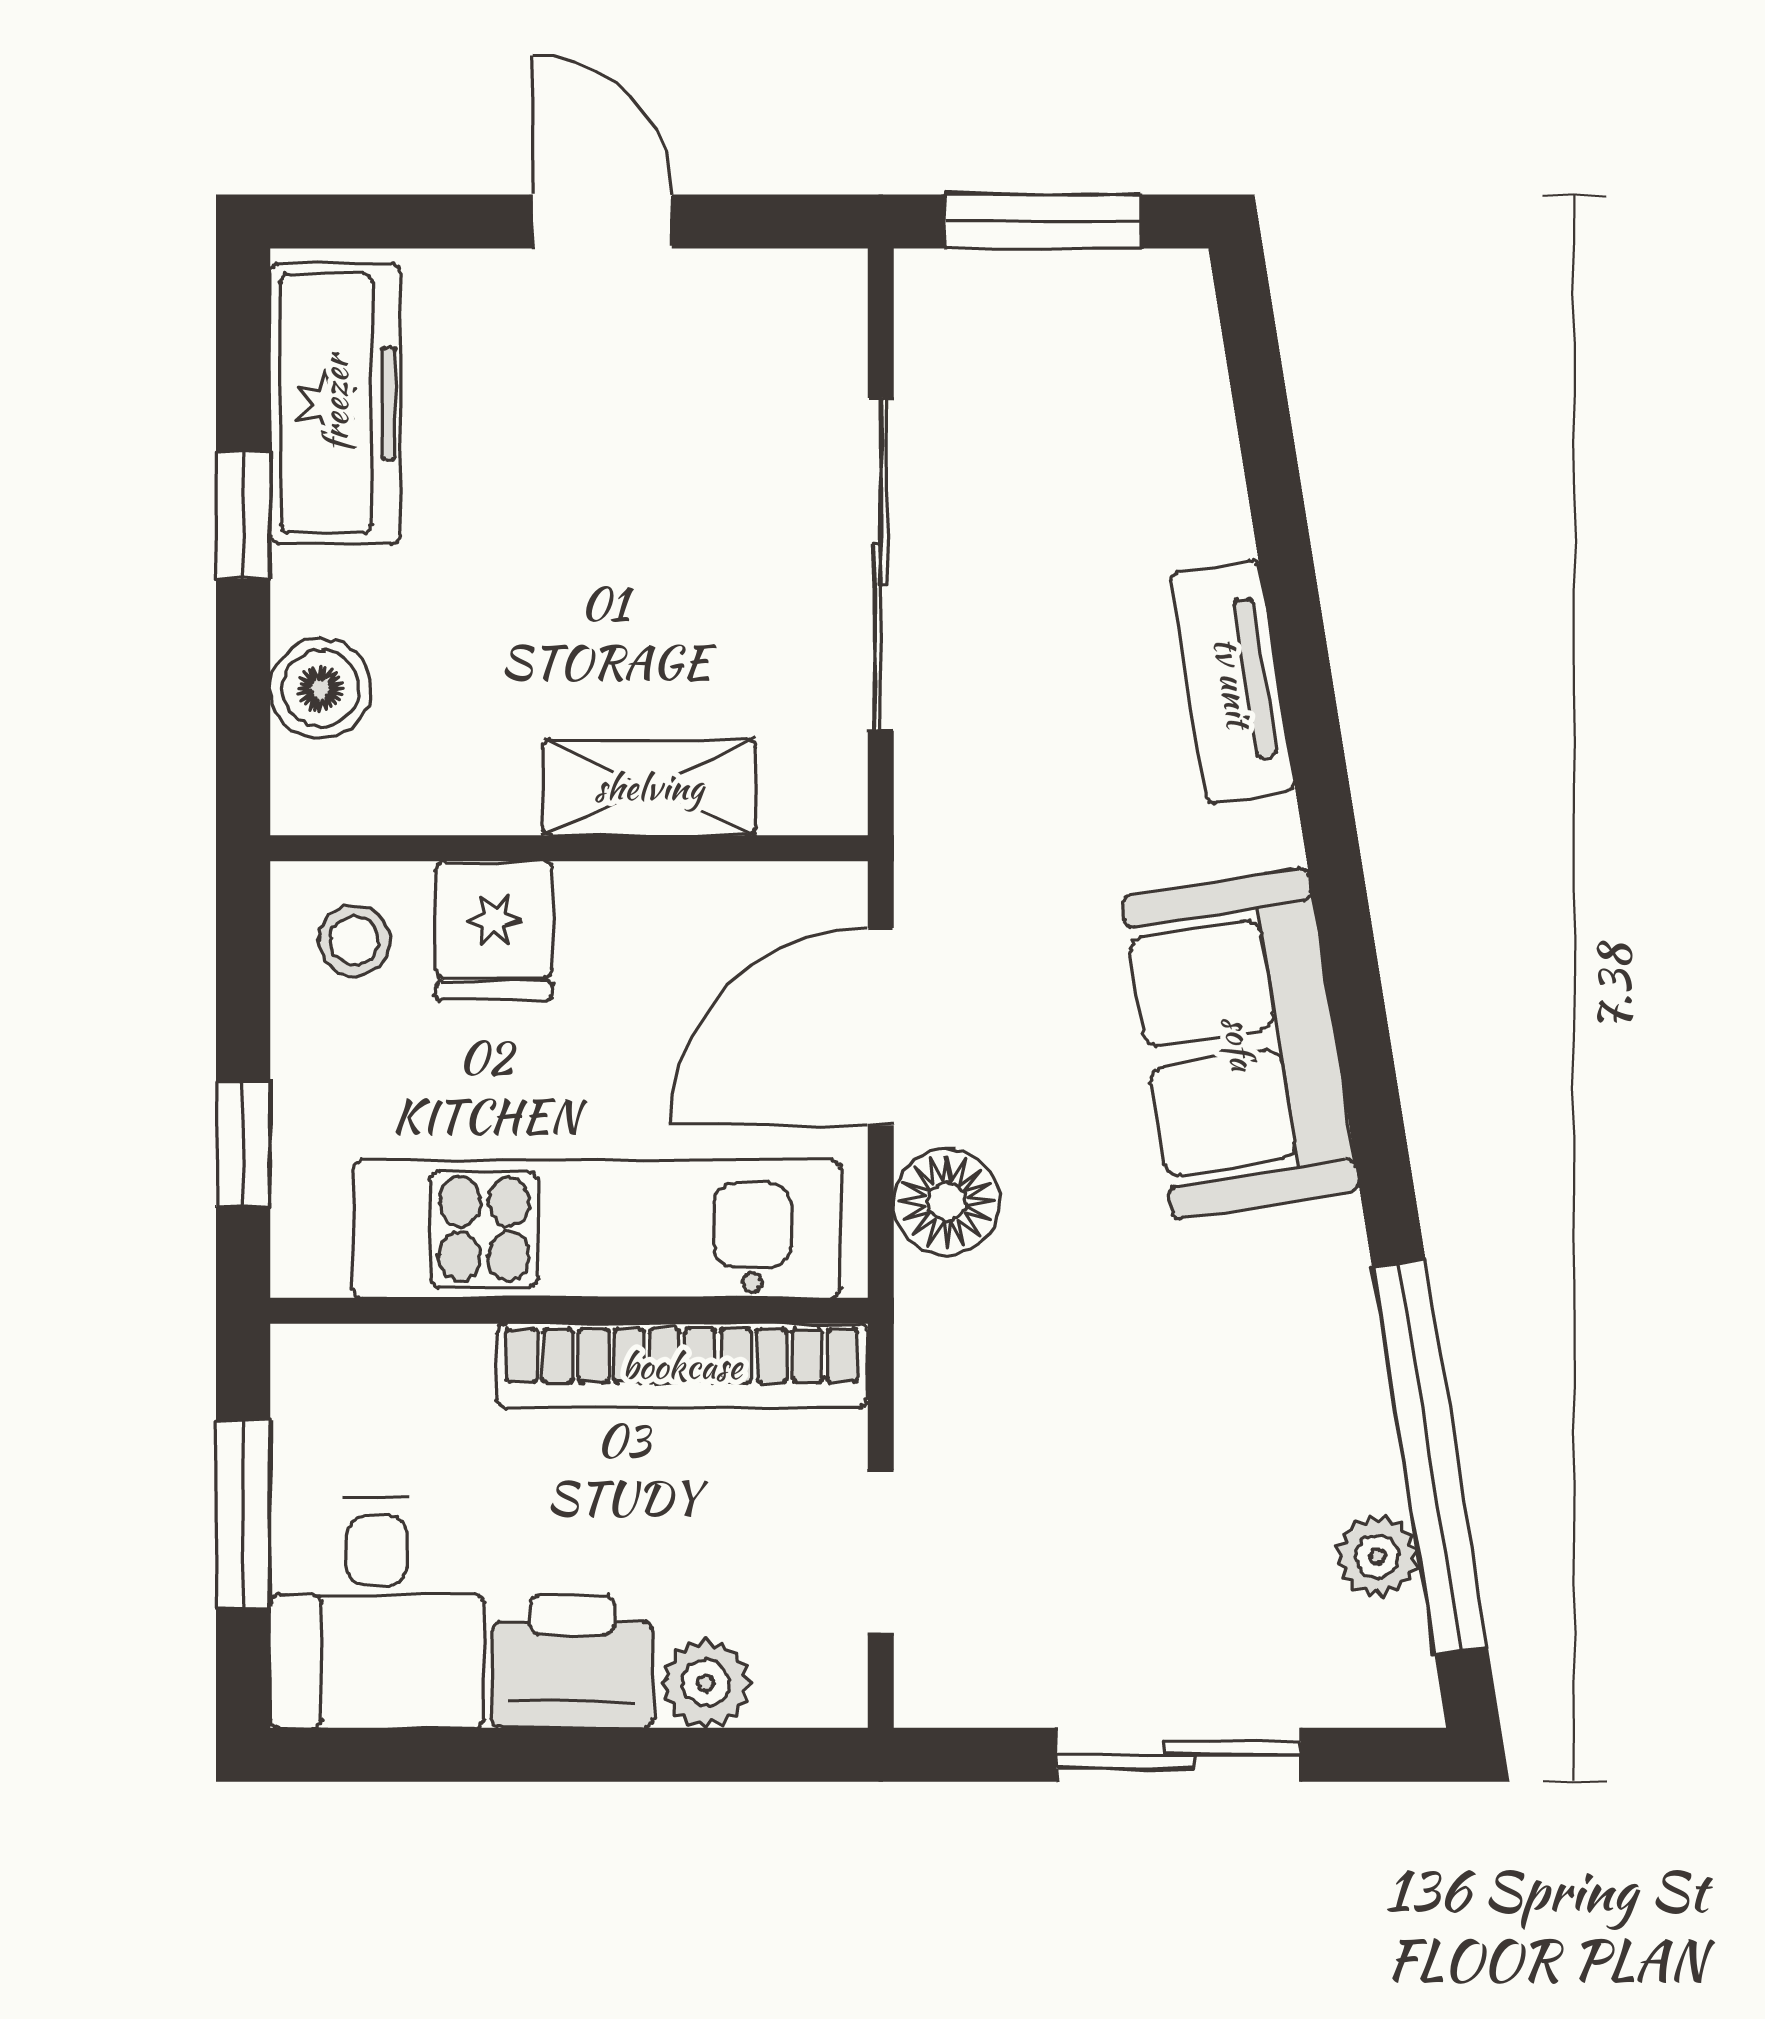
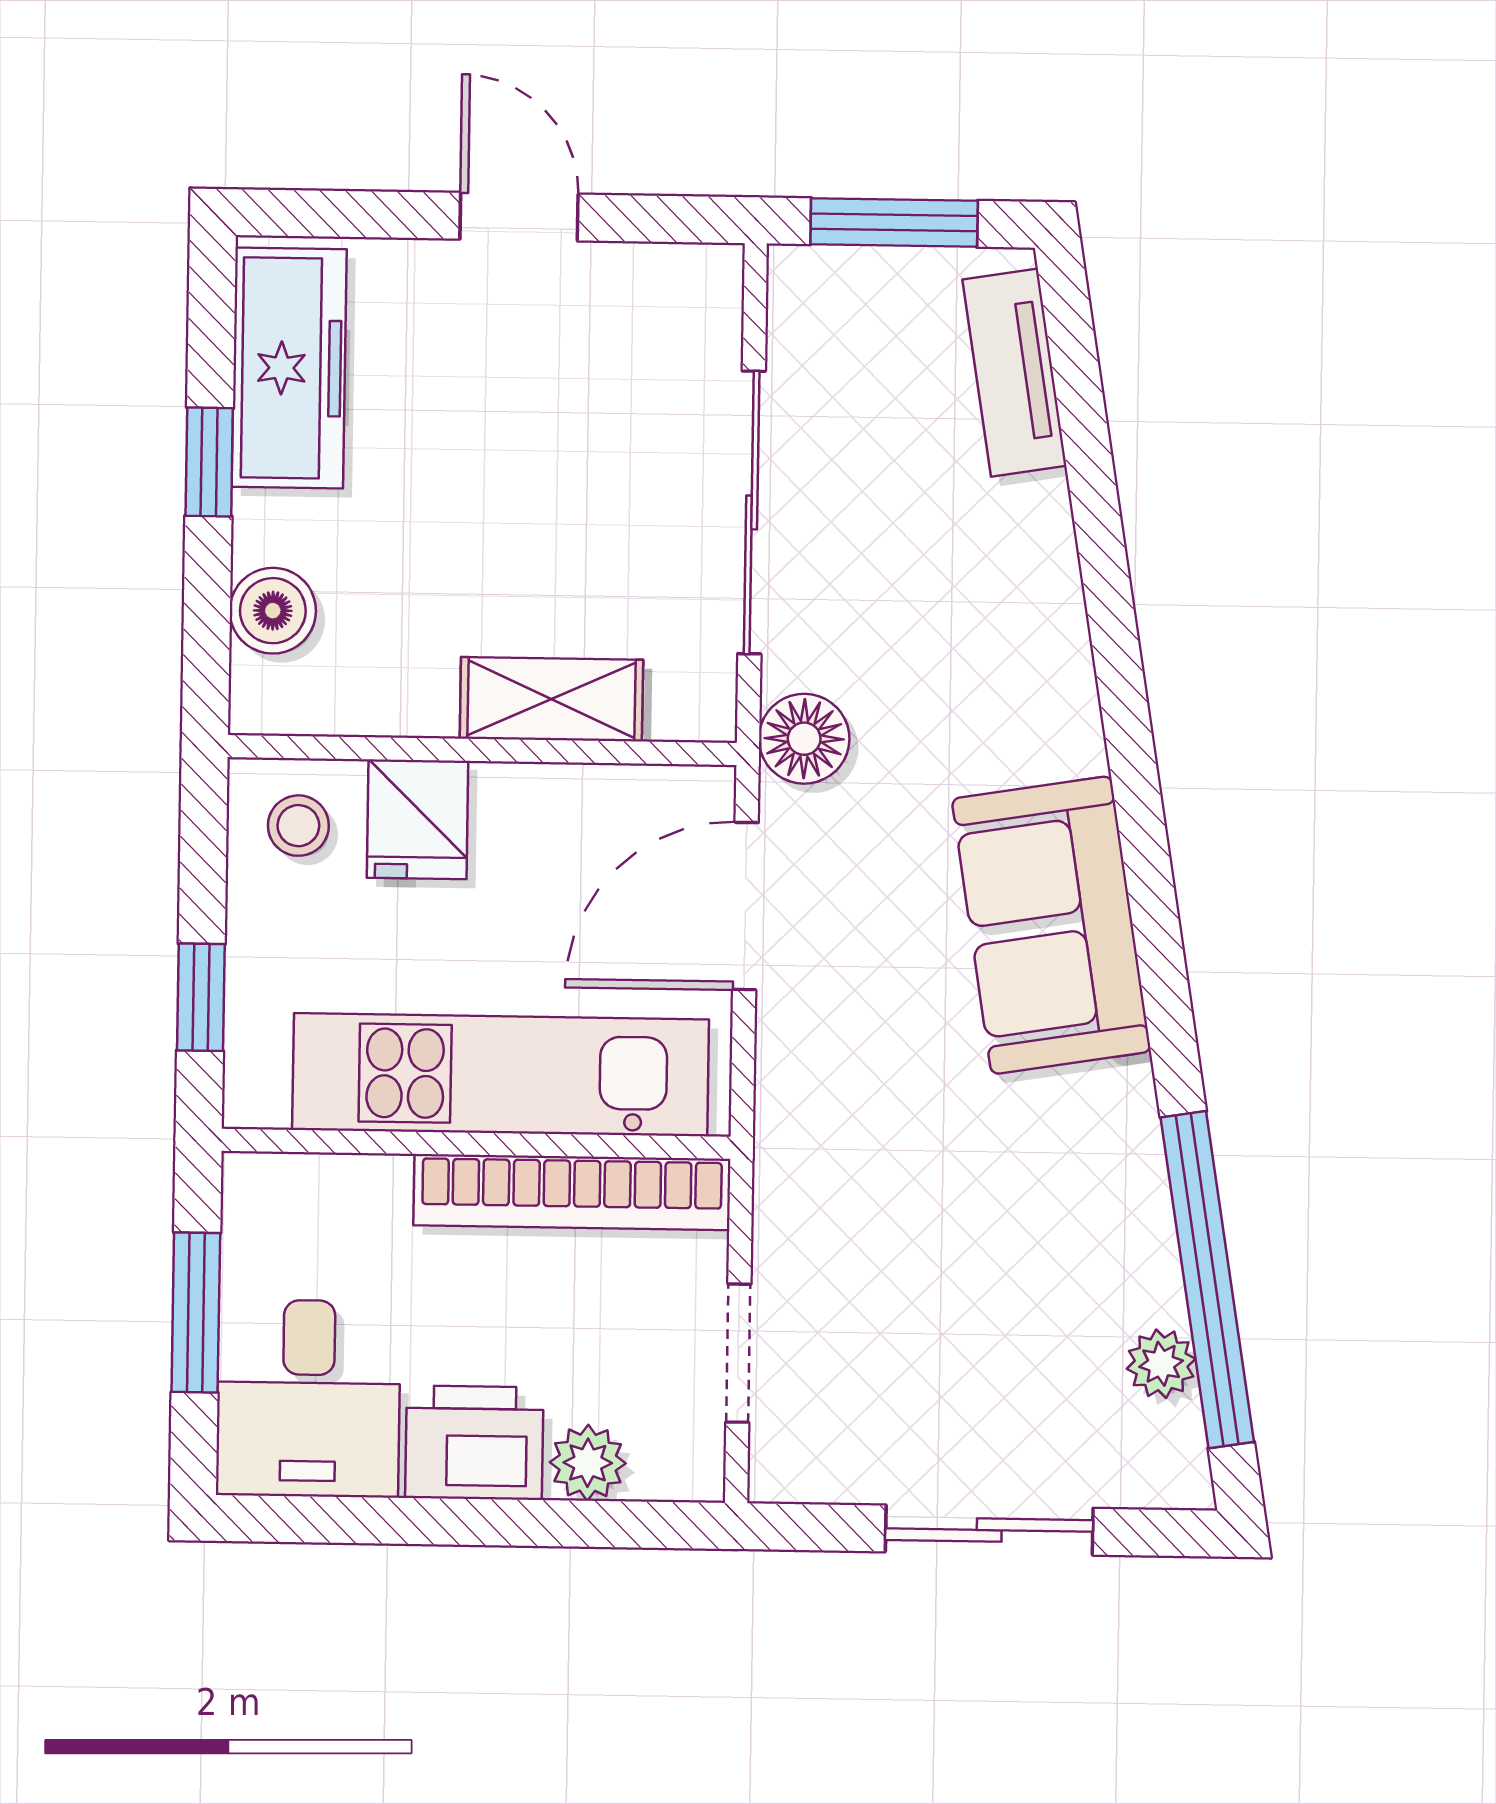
tv unit: (1233, 682) -> (1014, 373), moved
floor lamp: (947, 1202) -> (804, 739), moved

